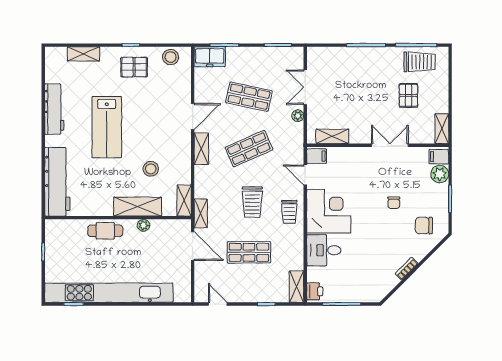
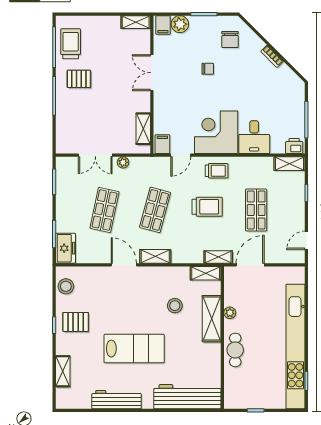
pallet: (134, 67) -> (76, 322), turned 90
pallet: (408, 95) -> (79, 79), moved
shop shelf: (249, 149) -> (155, 210), turned 39

